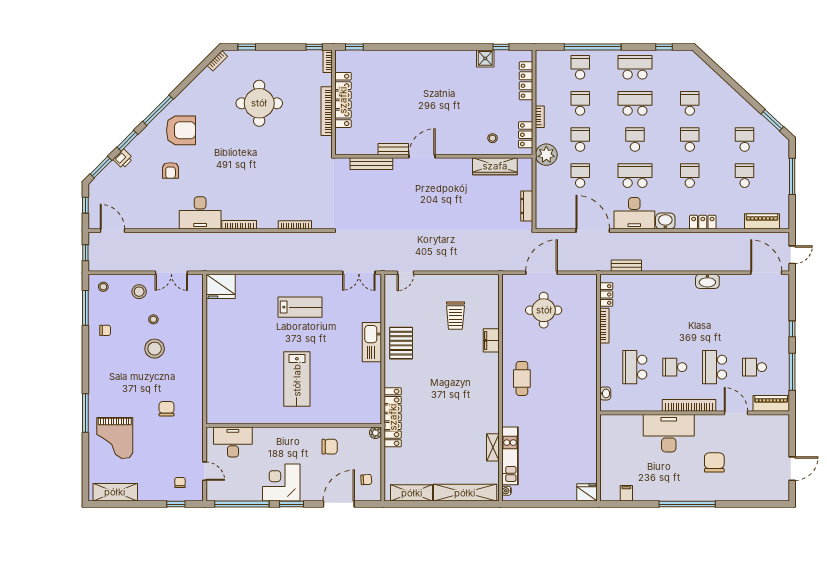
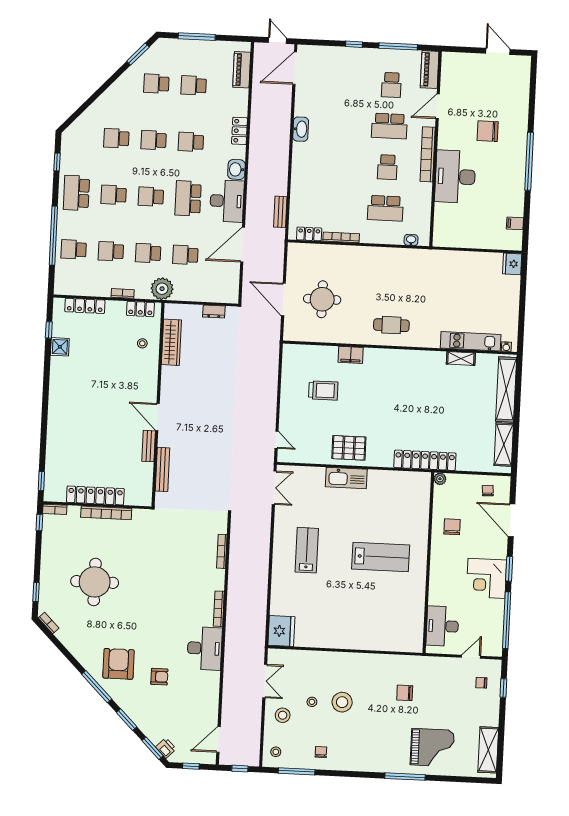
school desk: (635, 103) -> (114, 195), width x0.54
printer: (123, 159) -> (166, 748), moved
dresser: (527, 206) -> (214, 311), width x0.70

